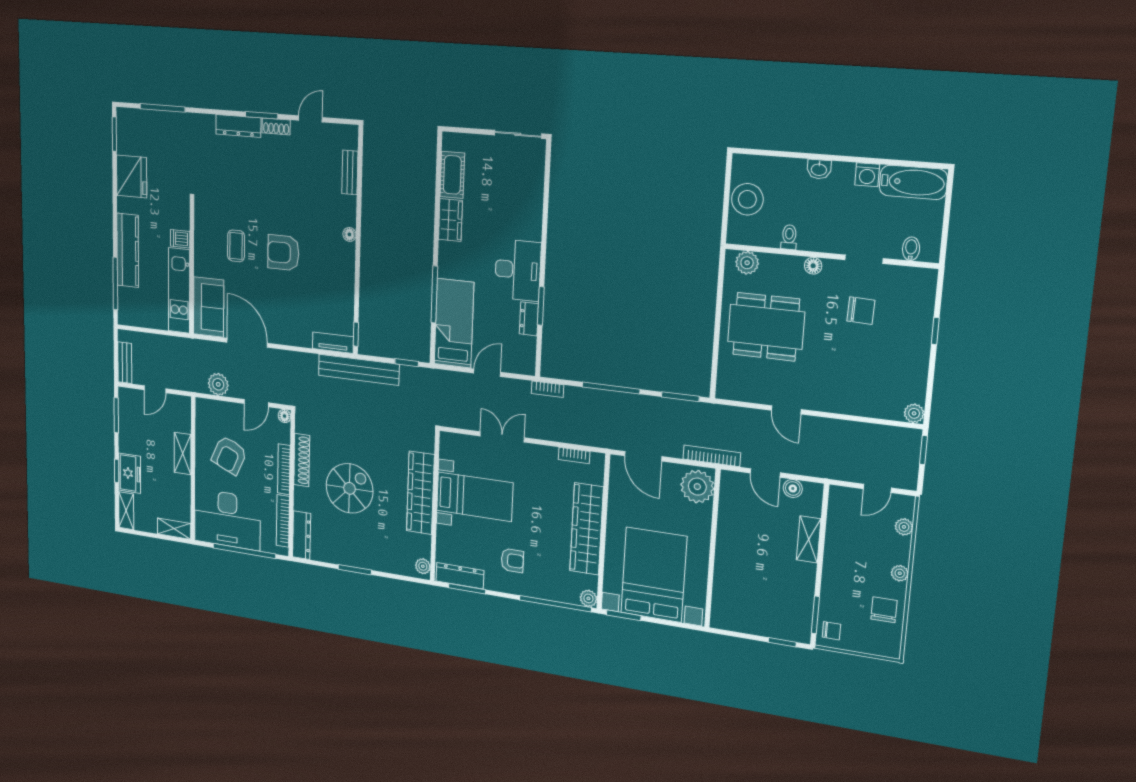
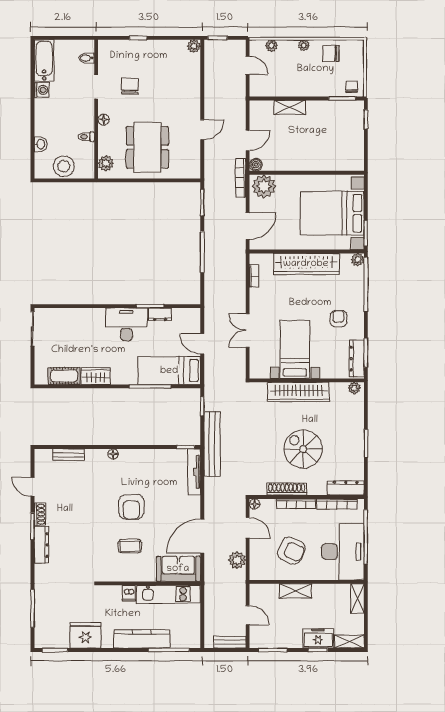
washbasin: (819, 169) -> (40, 144), moved
tv unit: (333, 343) -> (194, 472), width x1.41
bookcase: (548, 389) -> (209, 298), removed
boiler: (793, 489) -> (256, 165), moved

